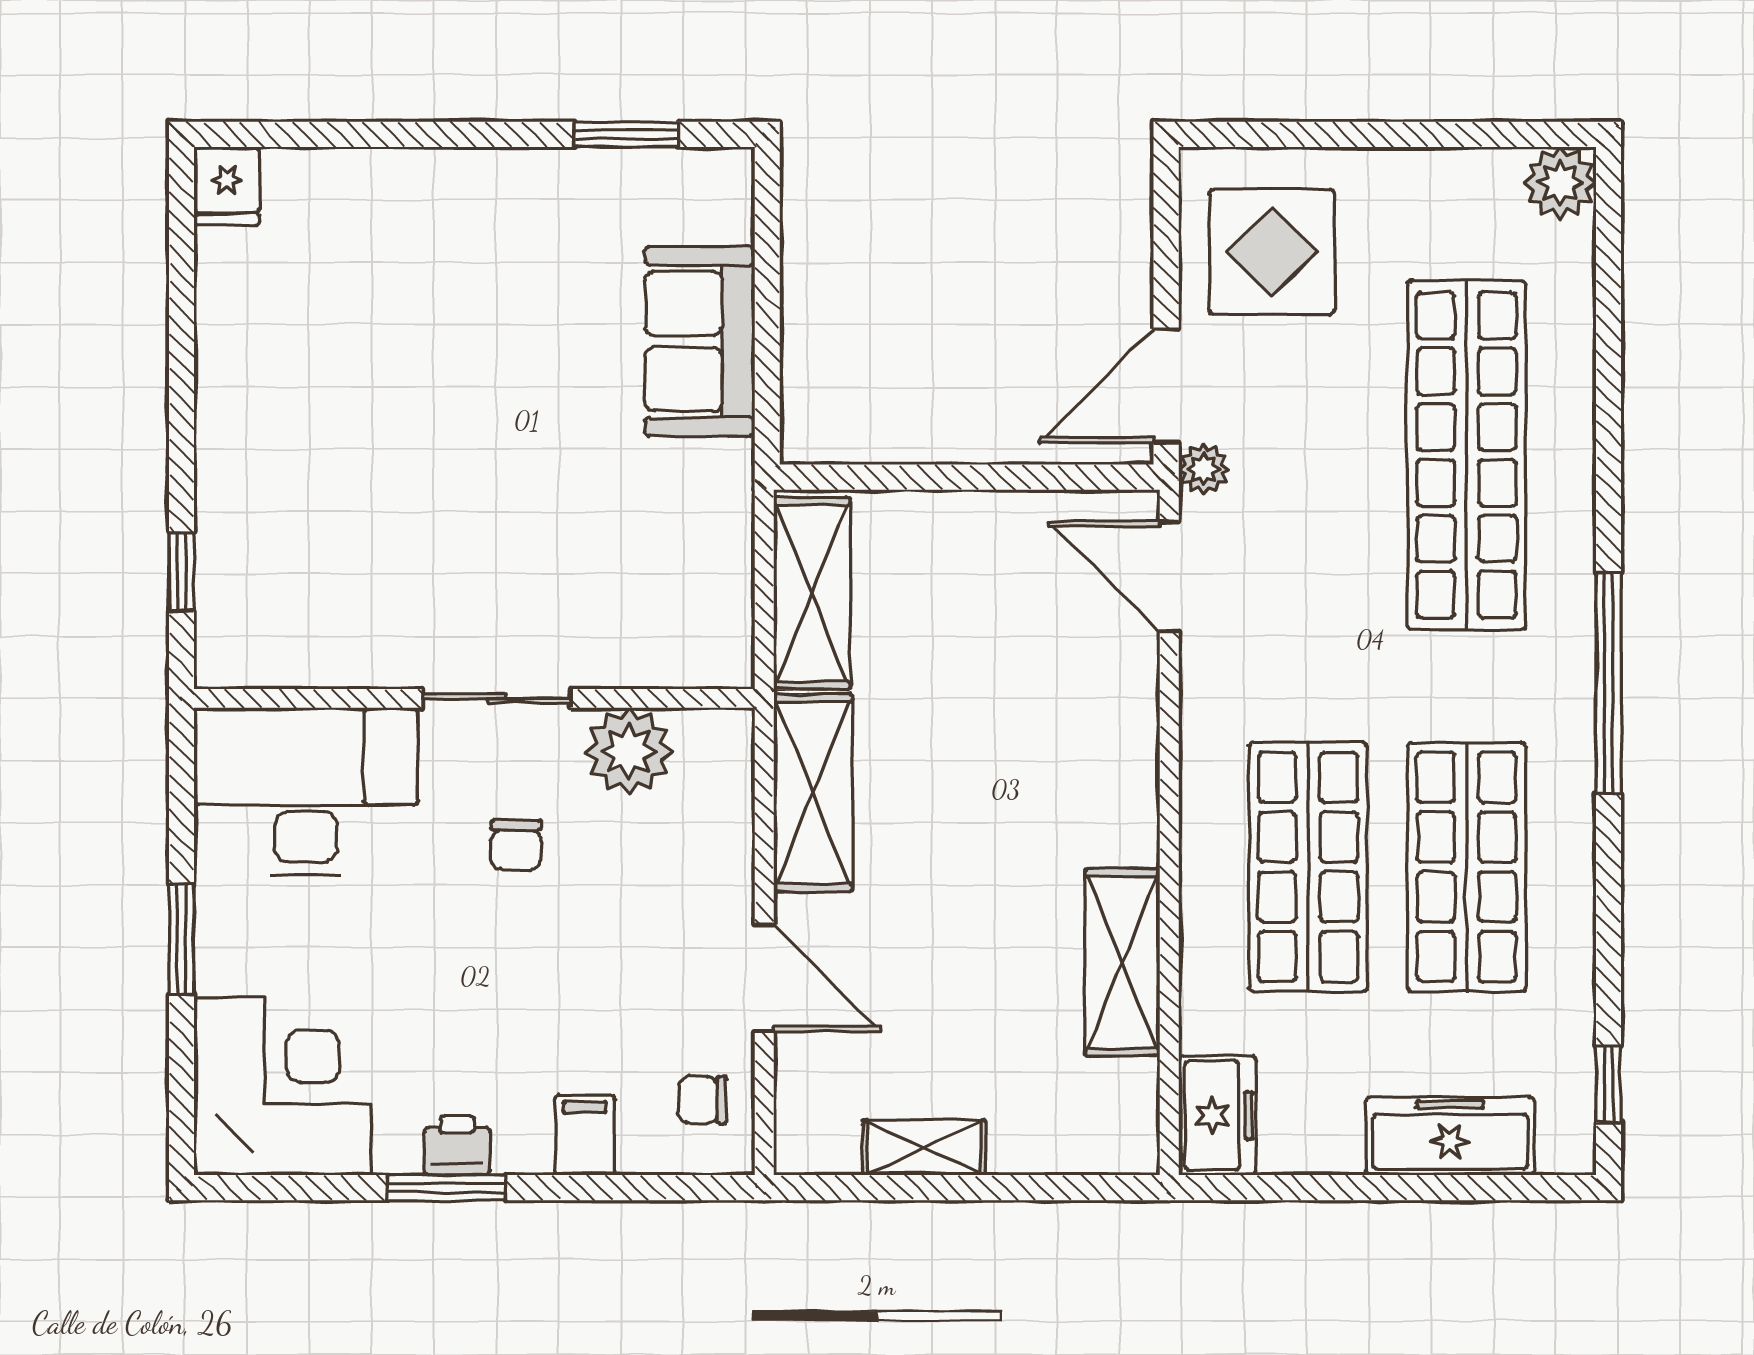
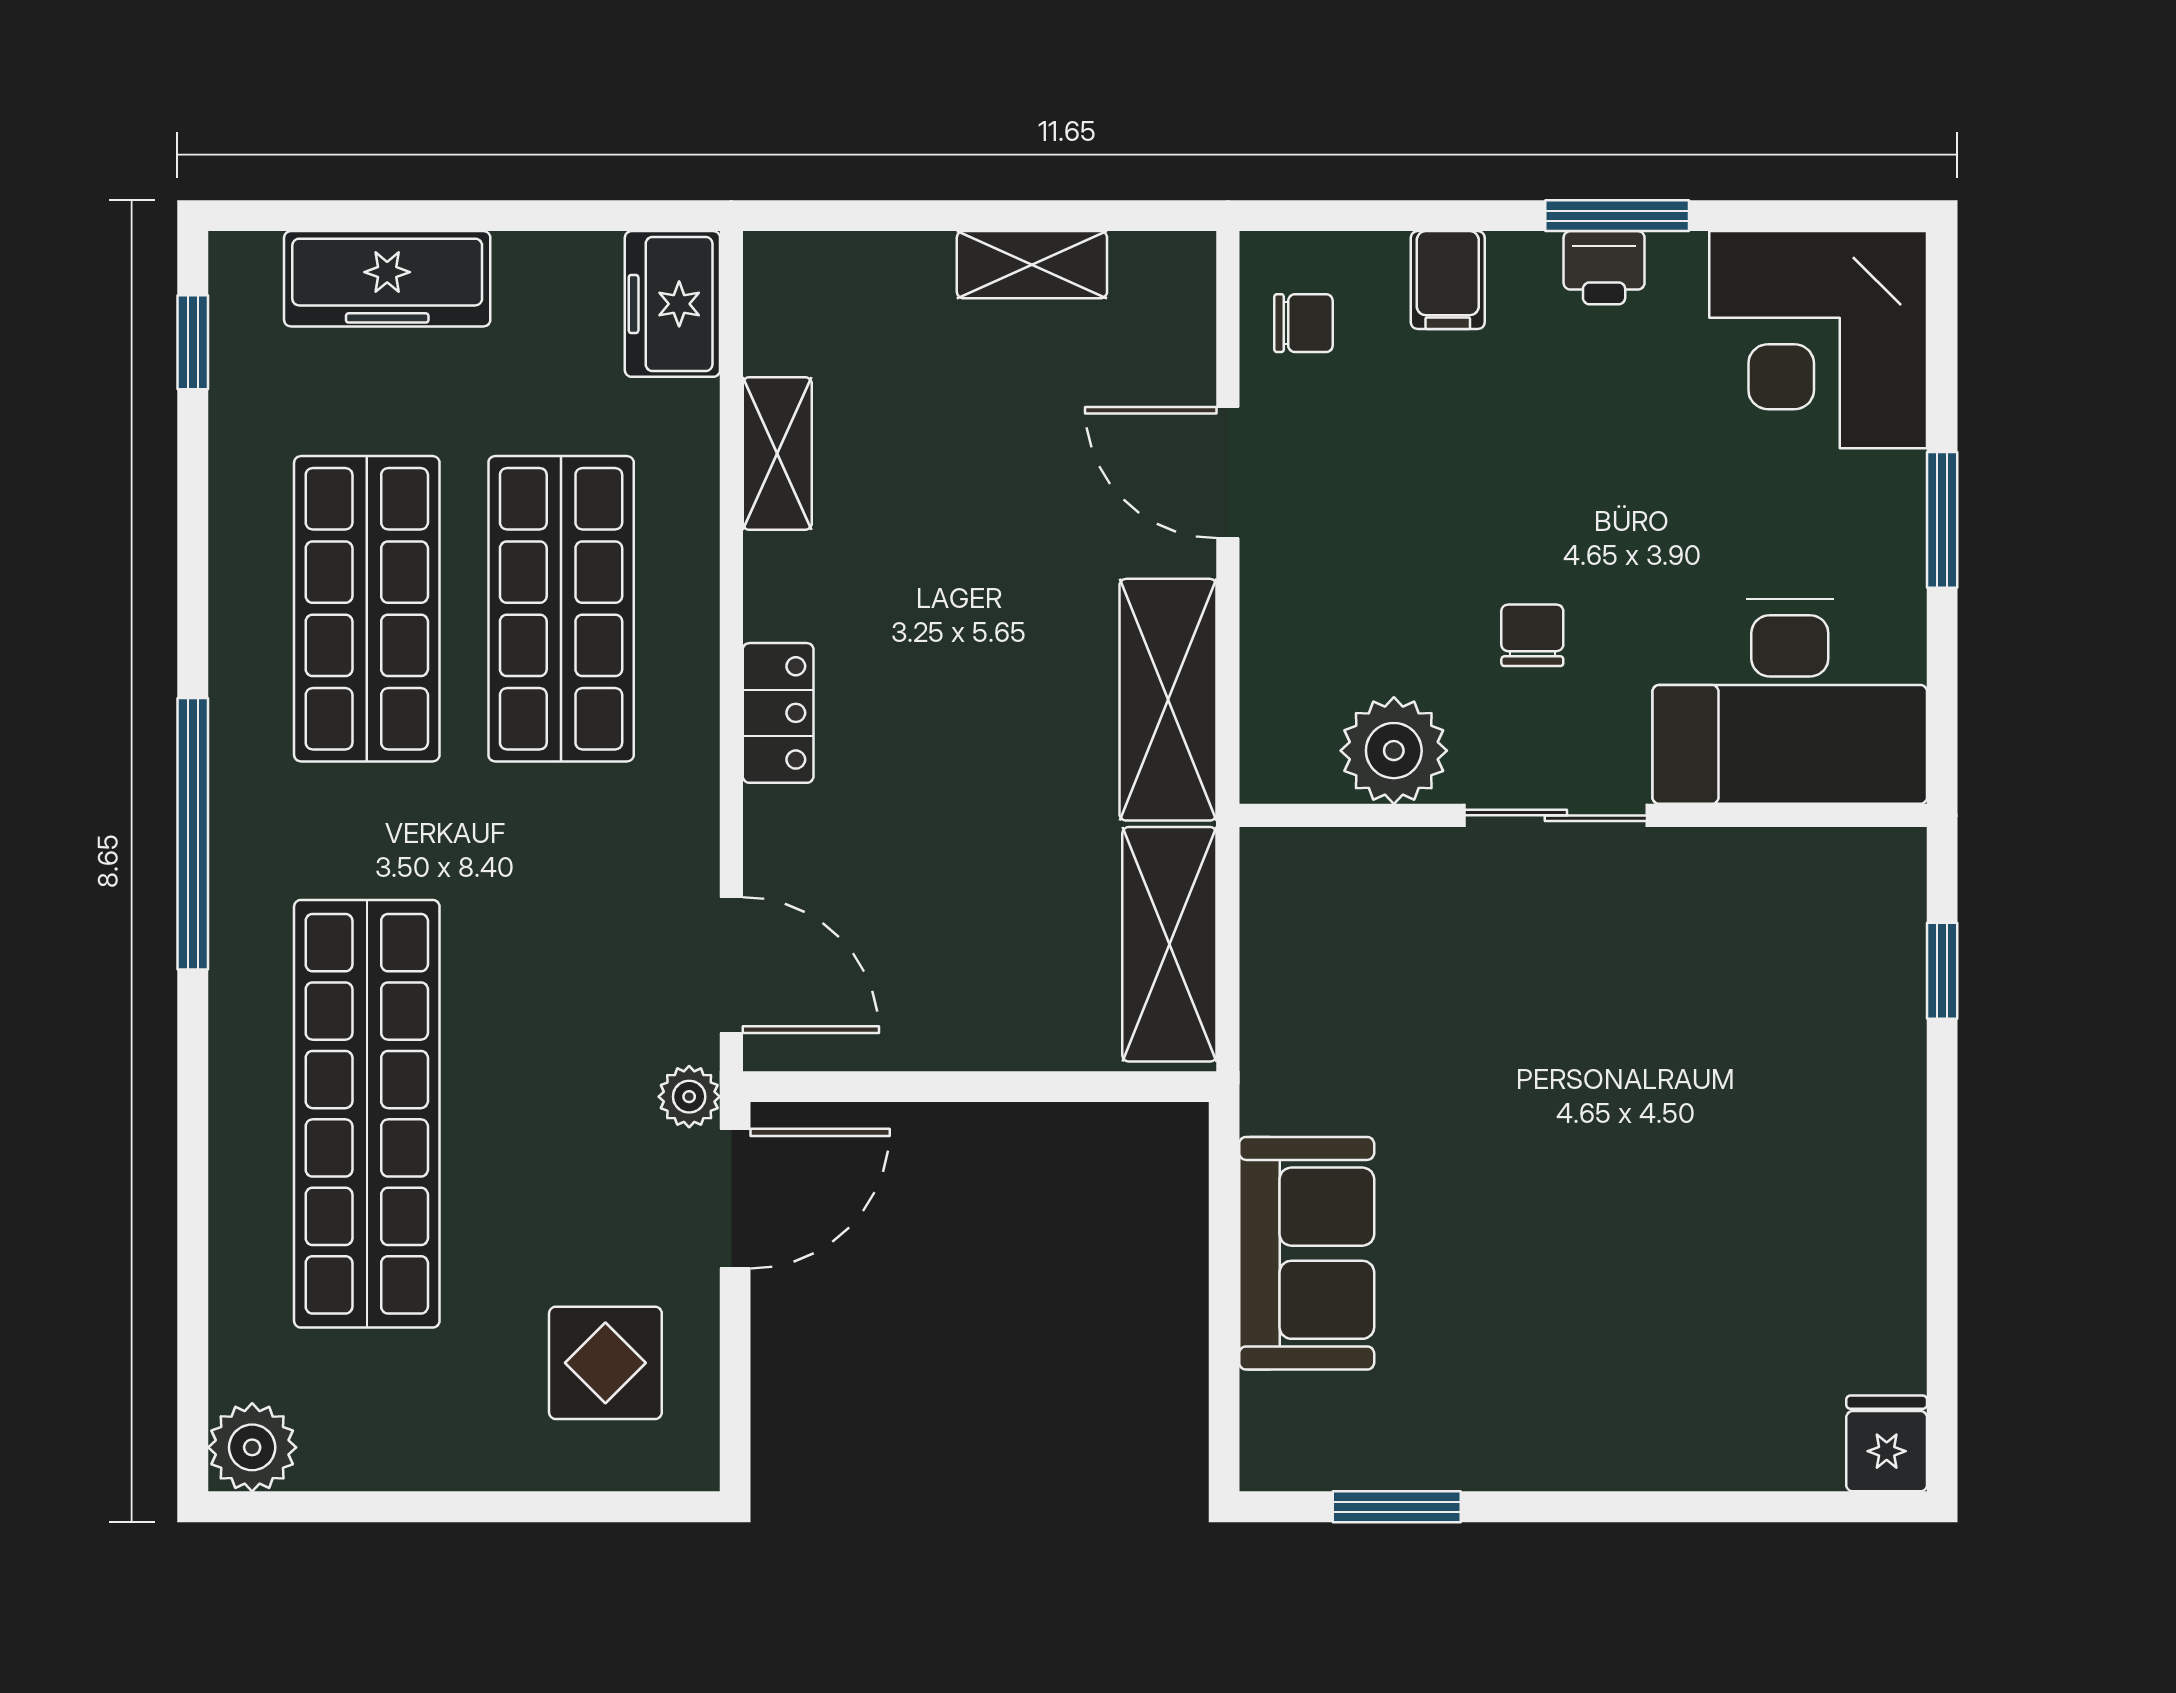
display table: (1272, 252) -> (605, 1363), width x0.73, depth x0.73
locker: (1131, 782) -> (778, 713), added
shelving: (1122, 962) -> (777, 454), width x0.67, depth x0.75

